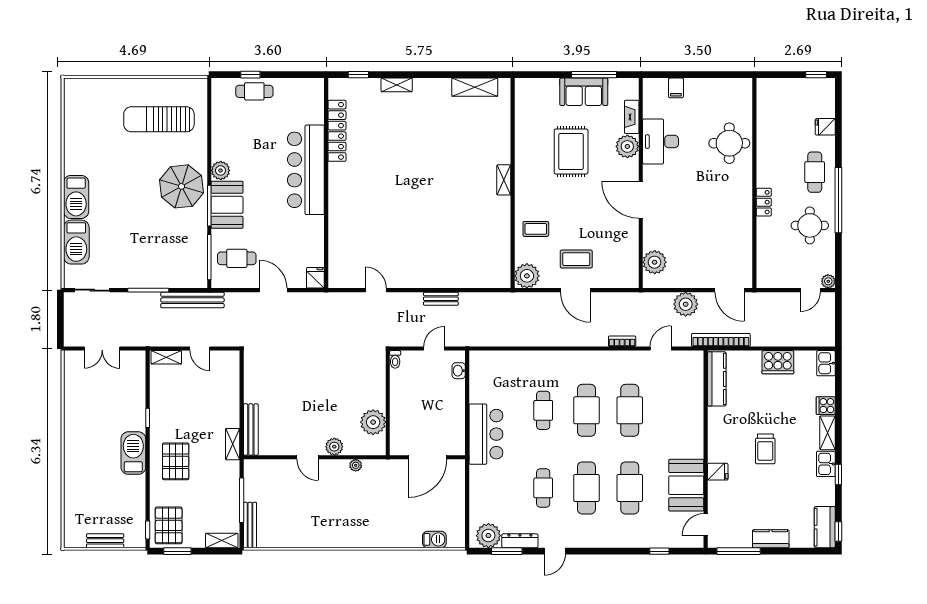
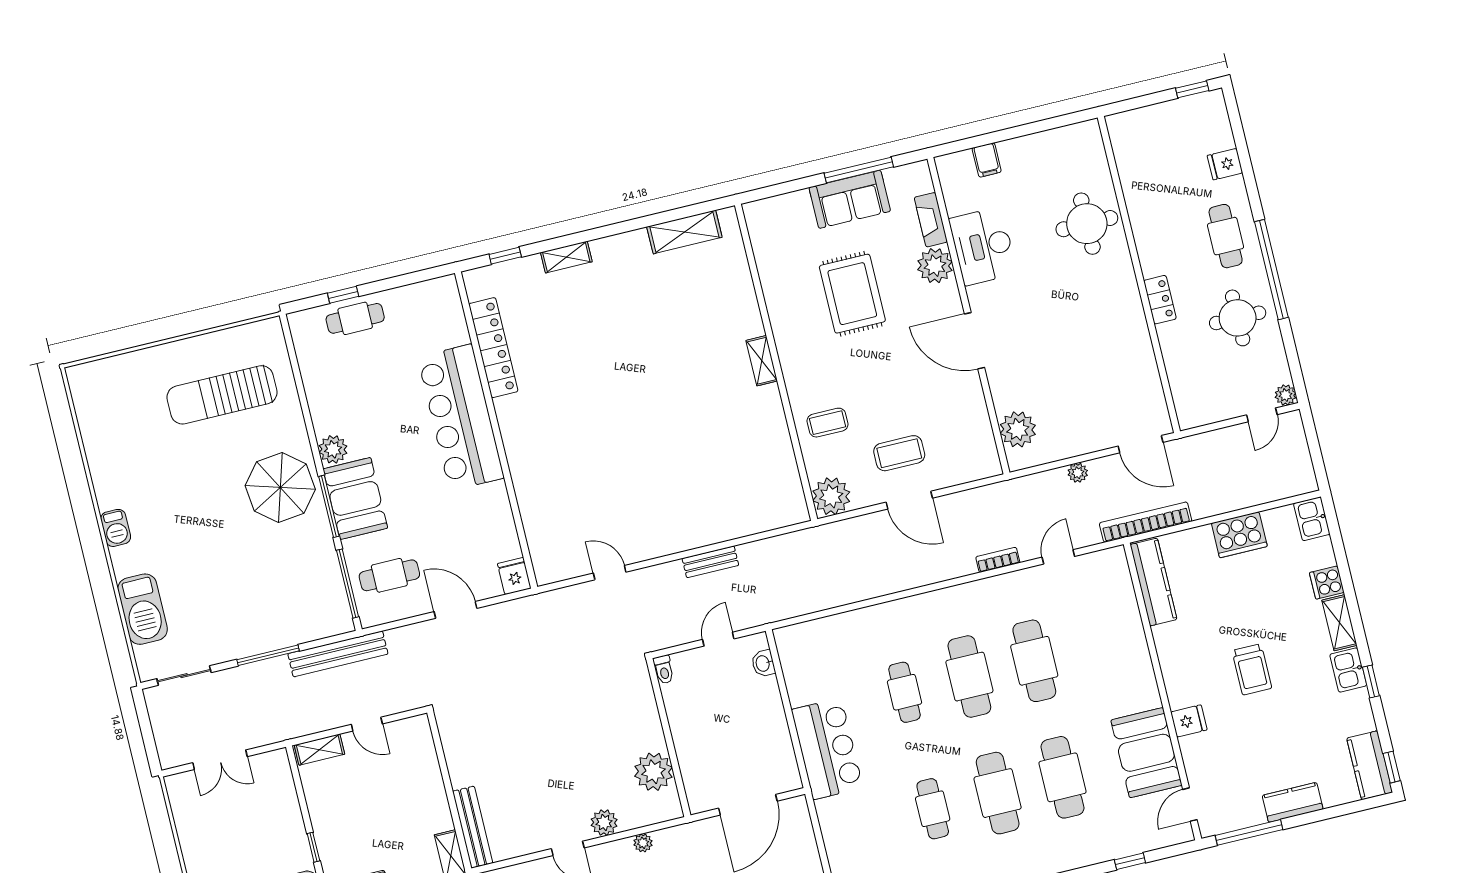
barbecue: (76, 197) -> (116, 528), width x0.53, depth x0.65
plant: (686, 304) -> (1078, 473), width x0.53, depth x0.53

